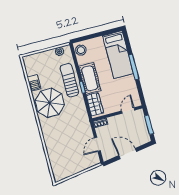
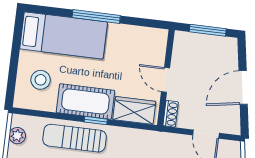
stool: (81, 50) -> (41, 80), moved
door: (128, 111) -> (166, 80), moved

